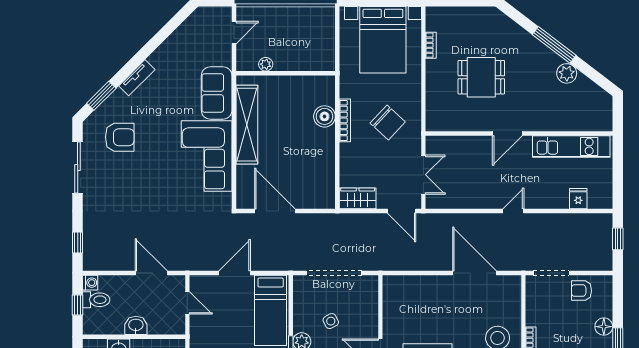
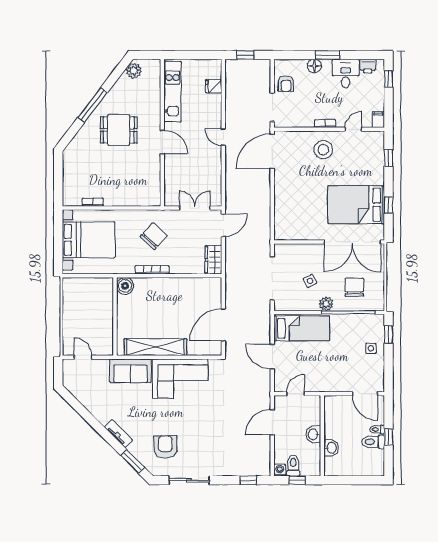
plant: (266, 64) -> (108, 332), removed
plant: (567, 73) -> (134, 71), moved
dining table: (481, 77) -> (119, 130), moved, turned 90
boiler: (324, 116) -> (125, 286), moved
door: (474, 273) -> (272, 151), moved

